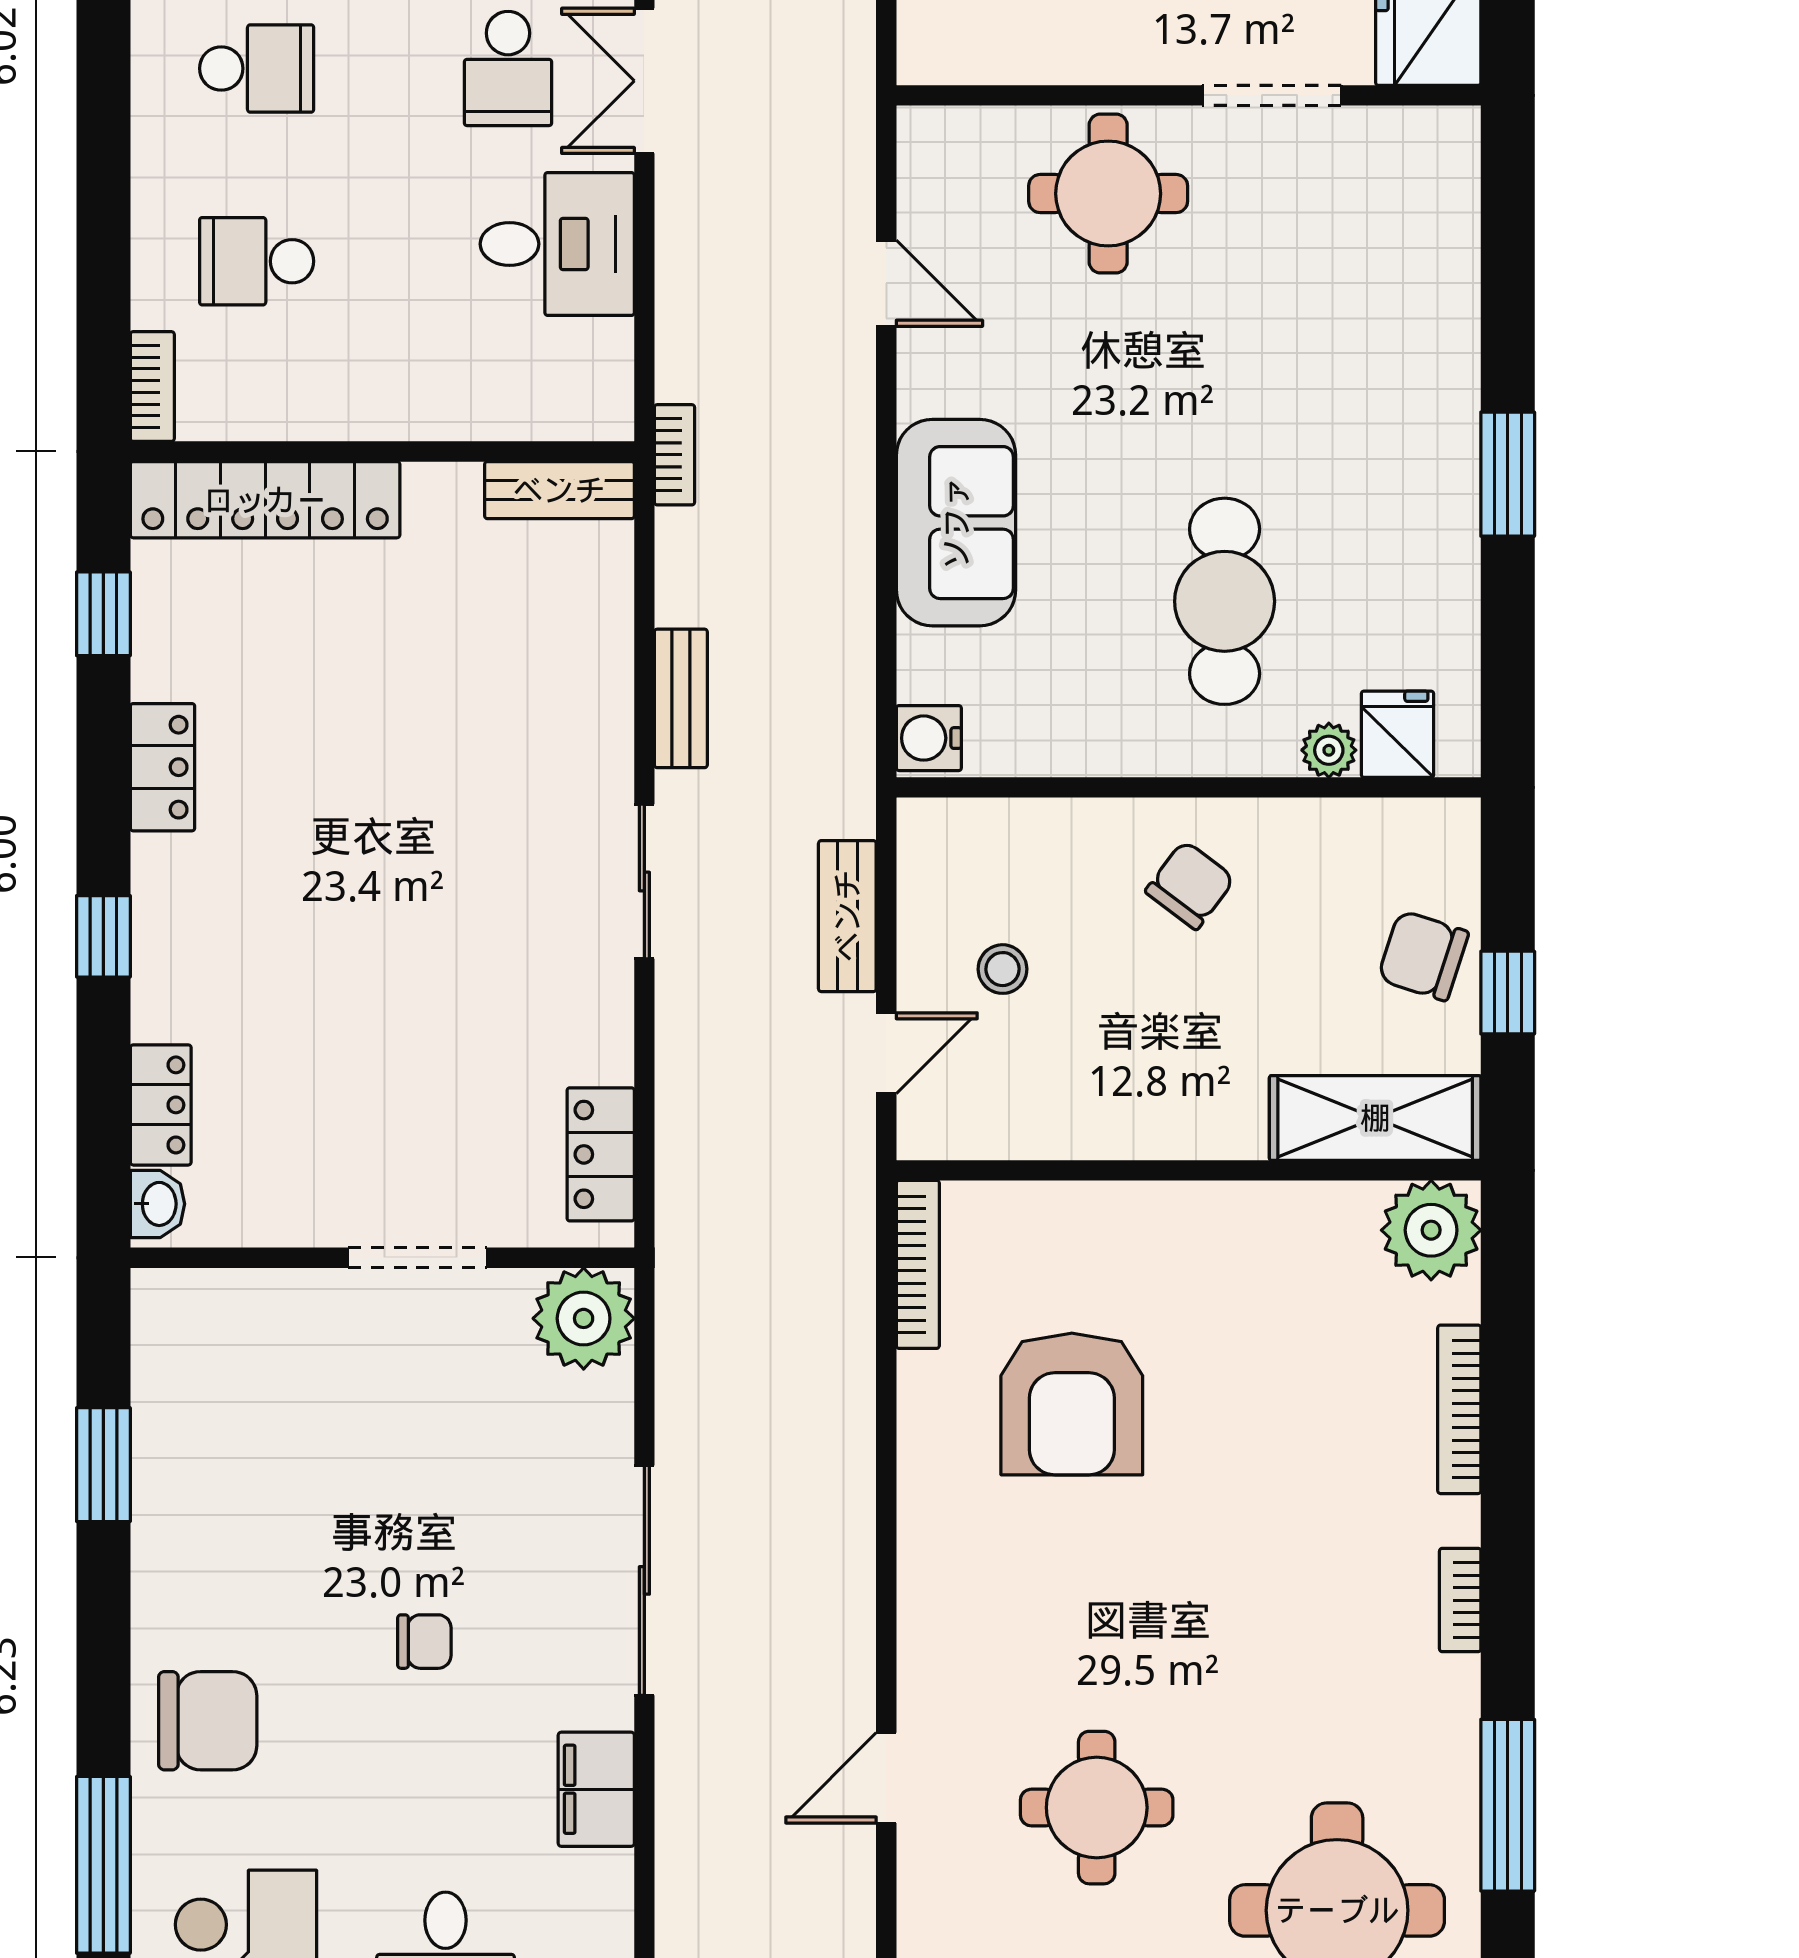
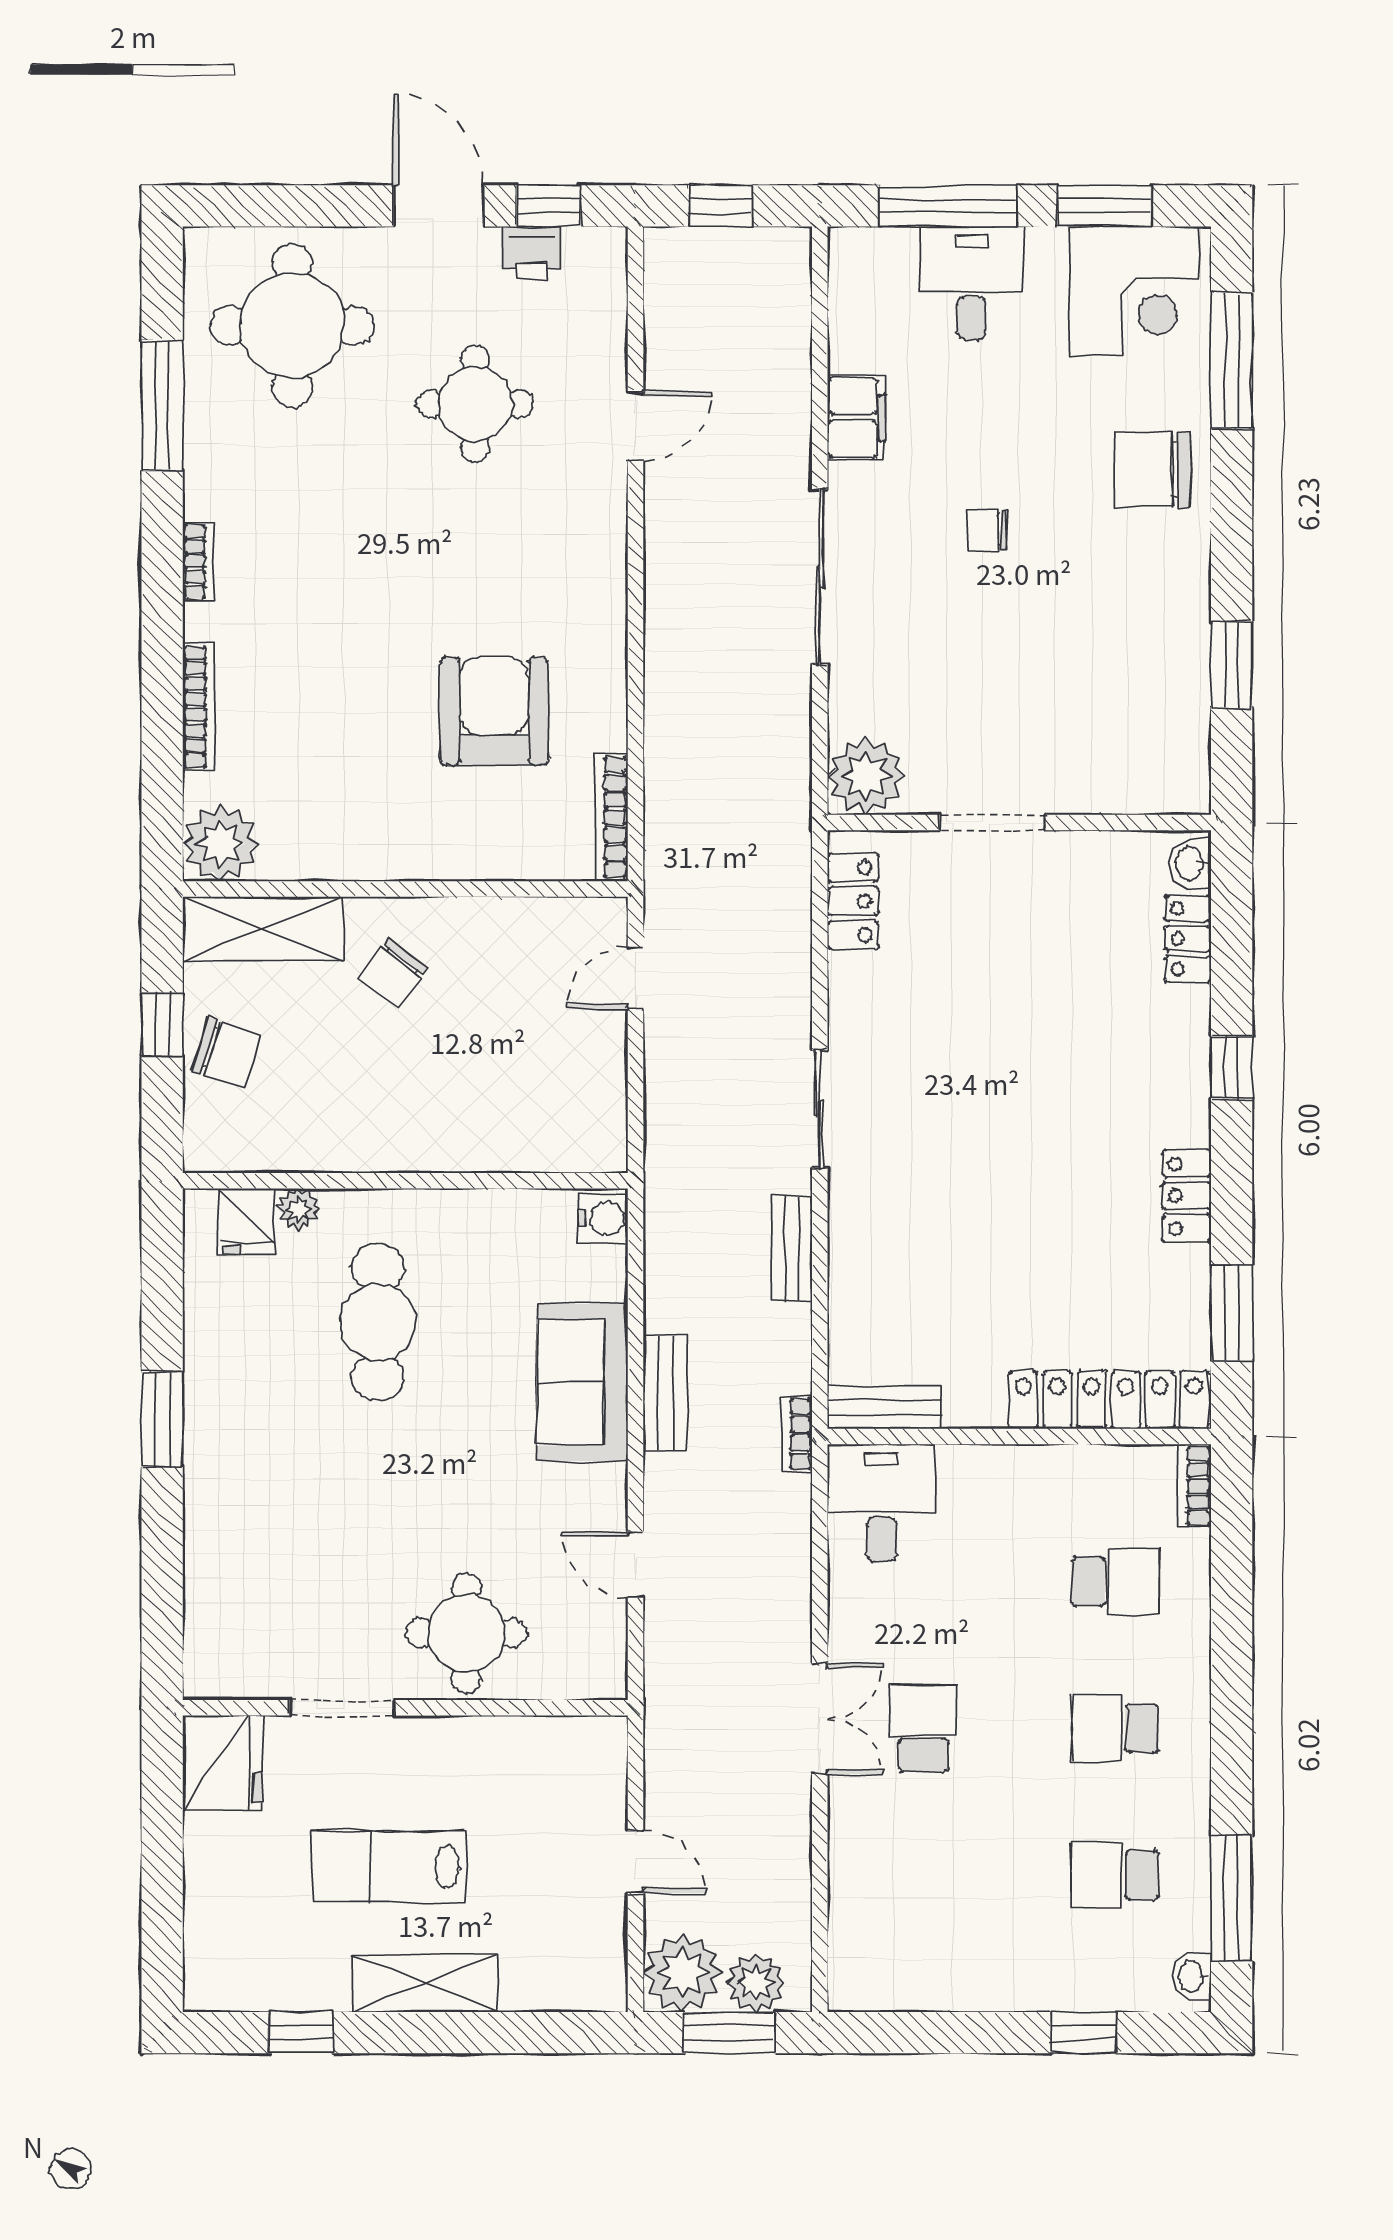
desk: (557, 244) -> (882, 1503), moved, turned 90
window: (103, 614) -> (1232, 1313), width x1.50
chair: (1190, 885) -> (393, 973), moved
bench: (847, 916) -> (665, 1393), moved
stool: (1003, 969) -> (547, 1042), removed

